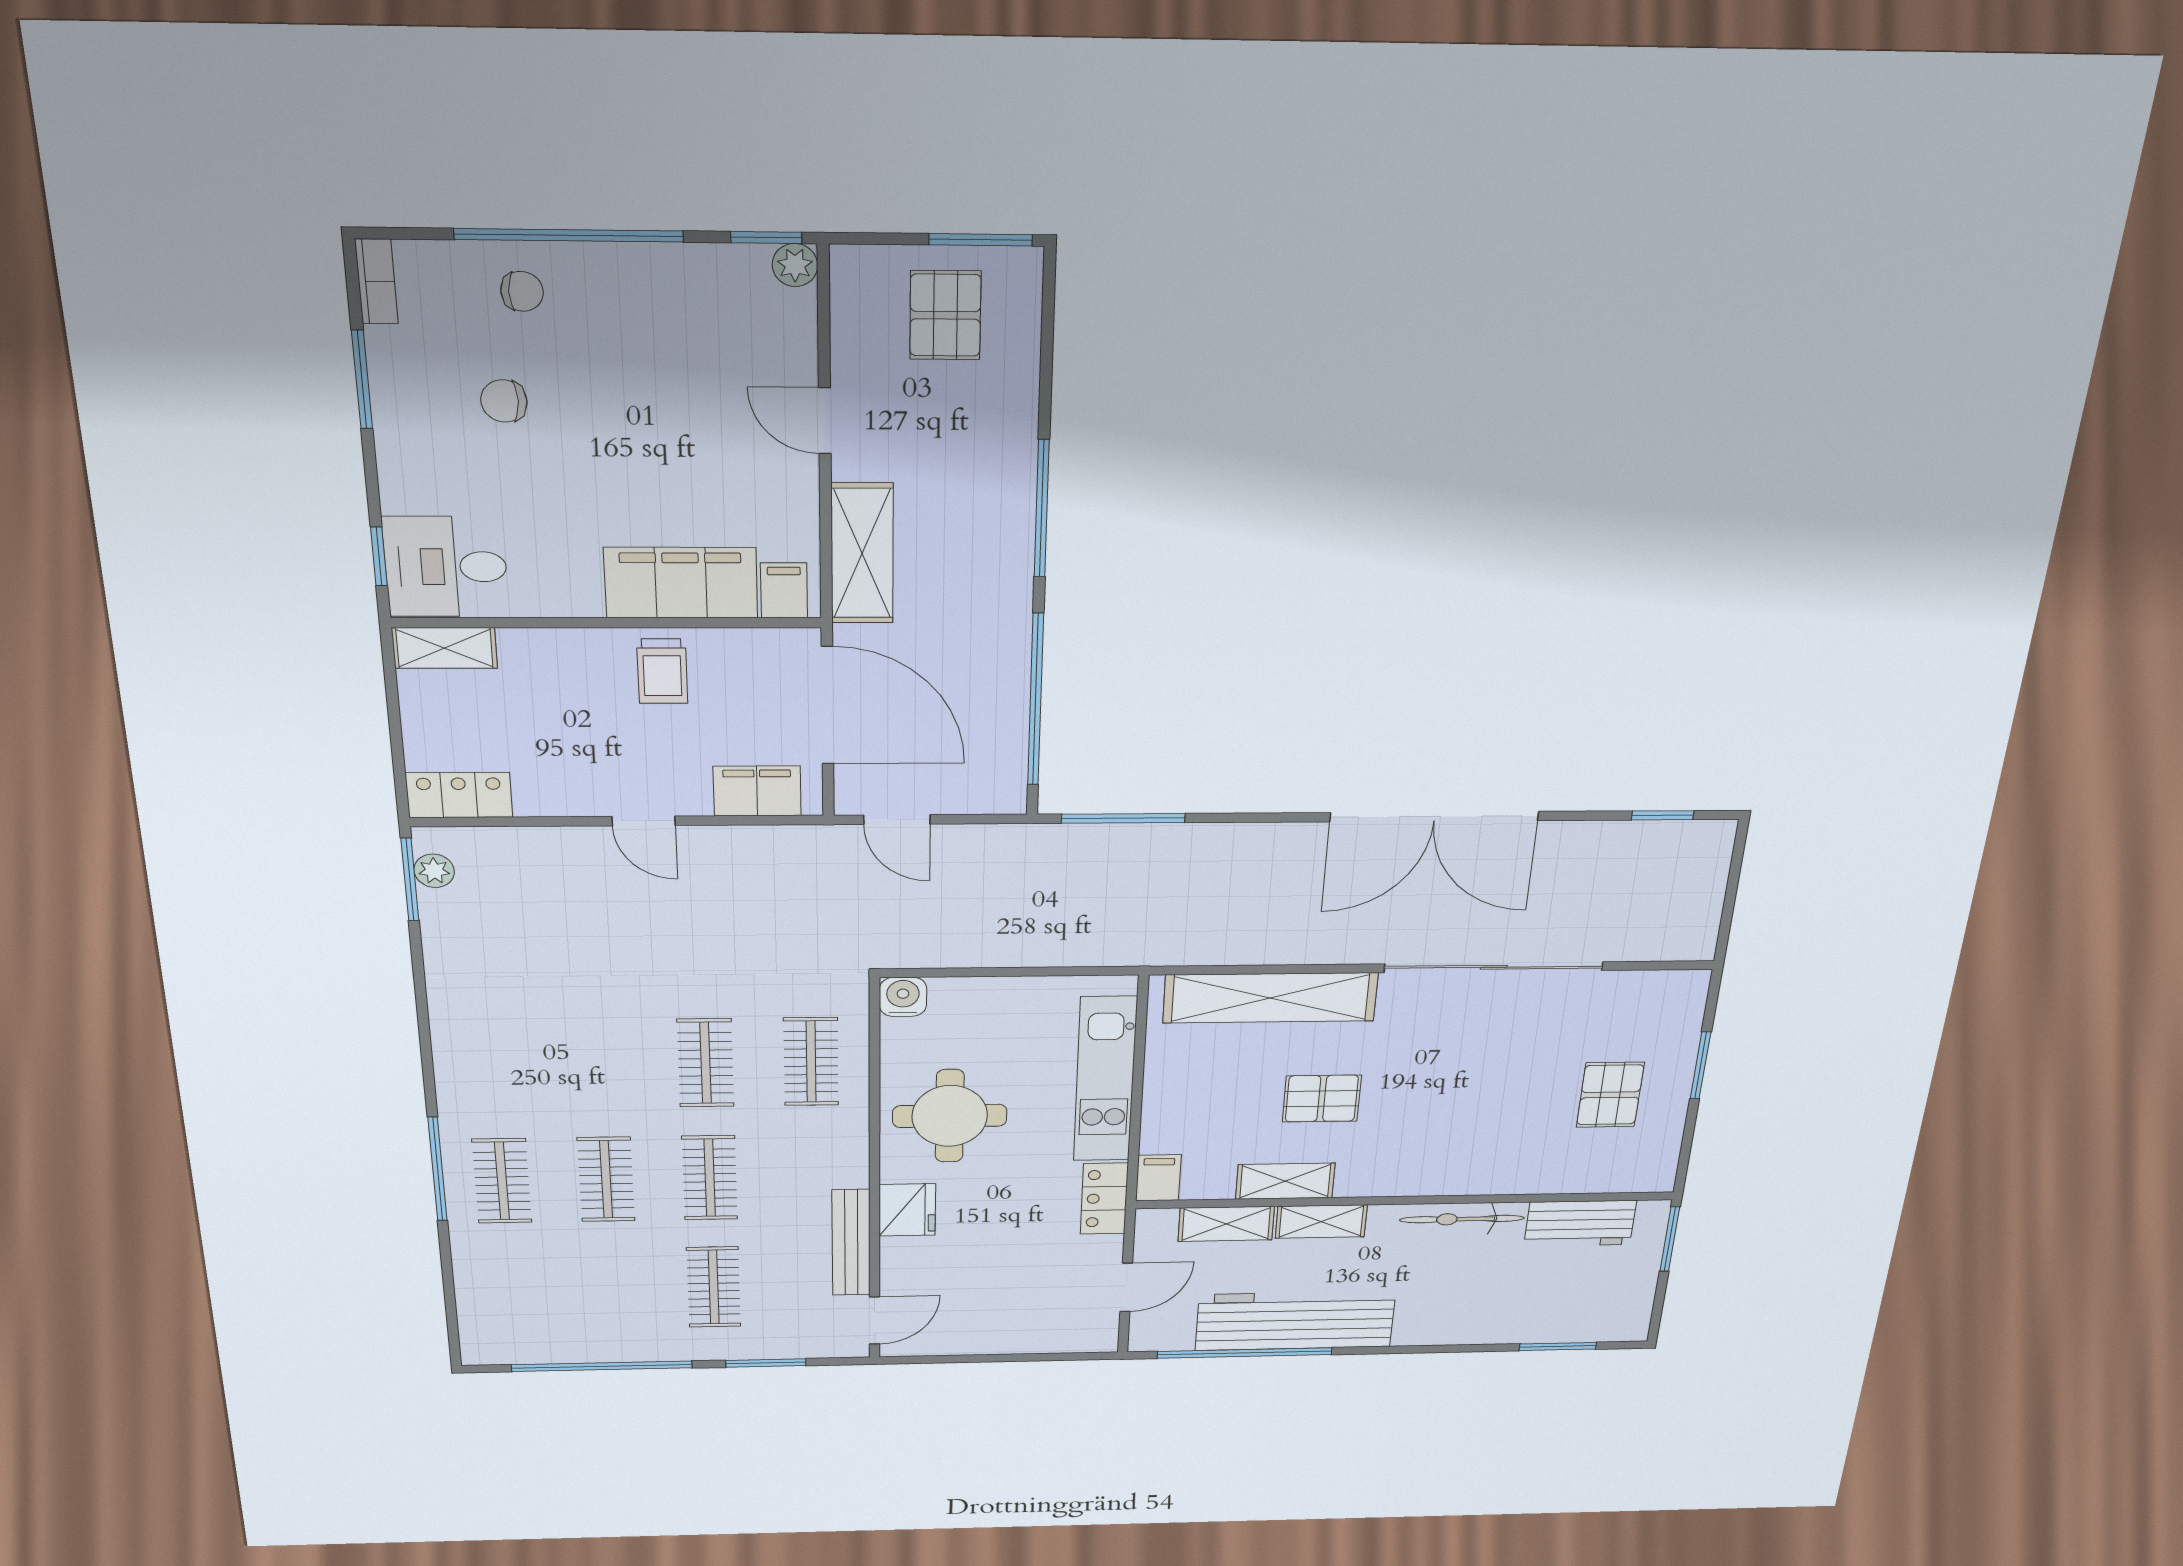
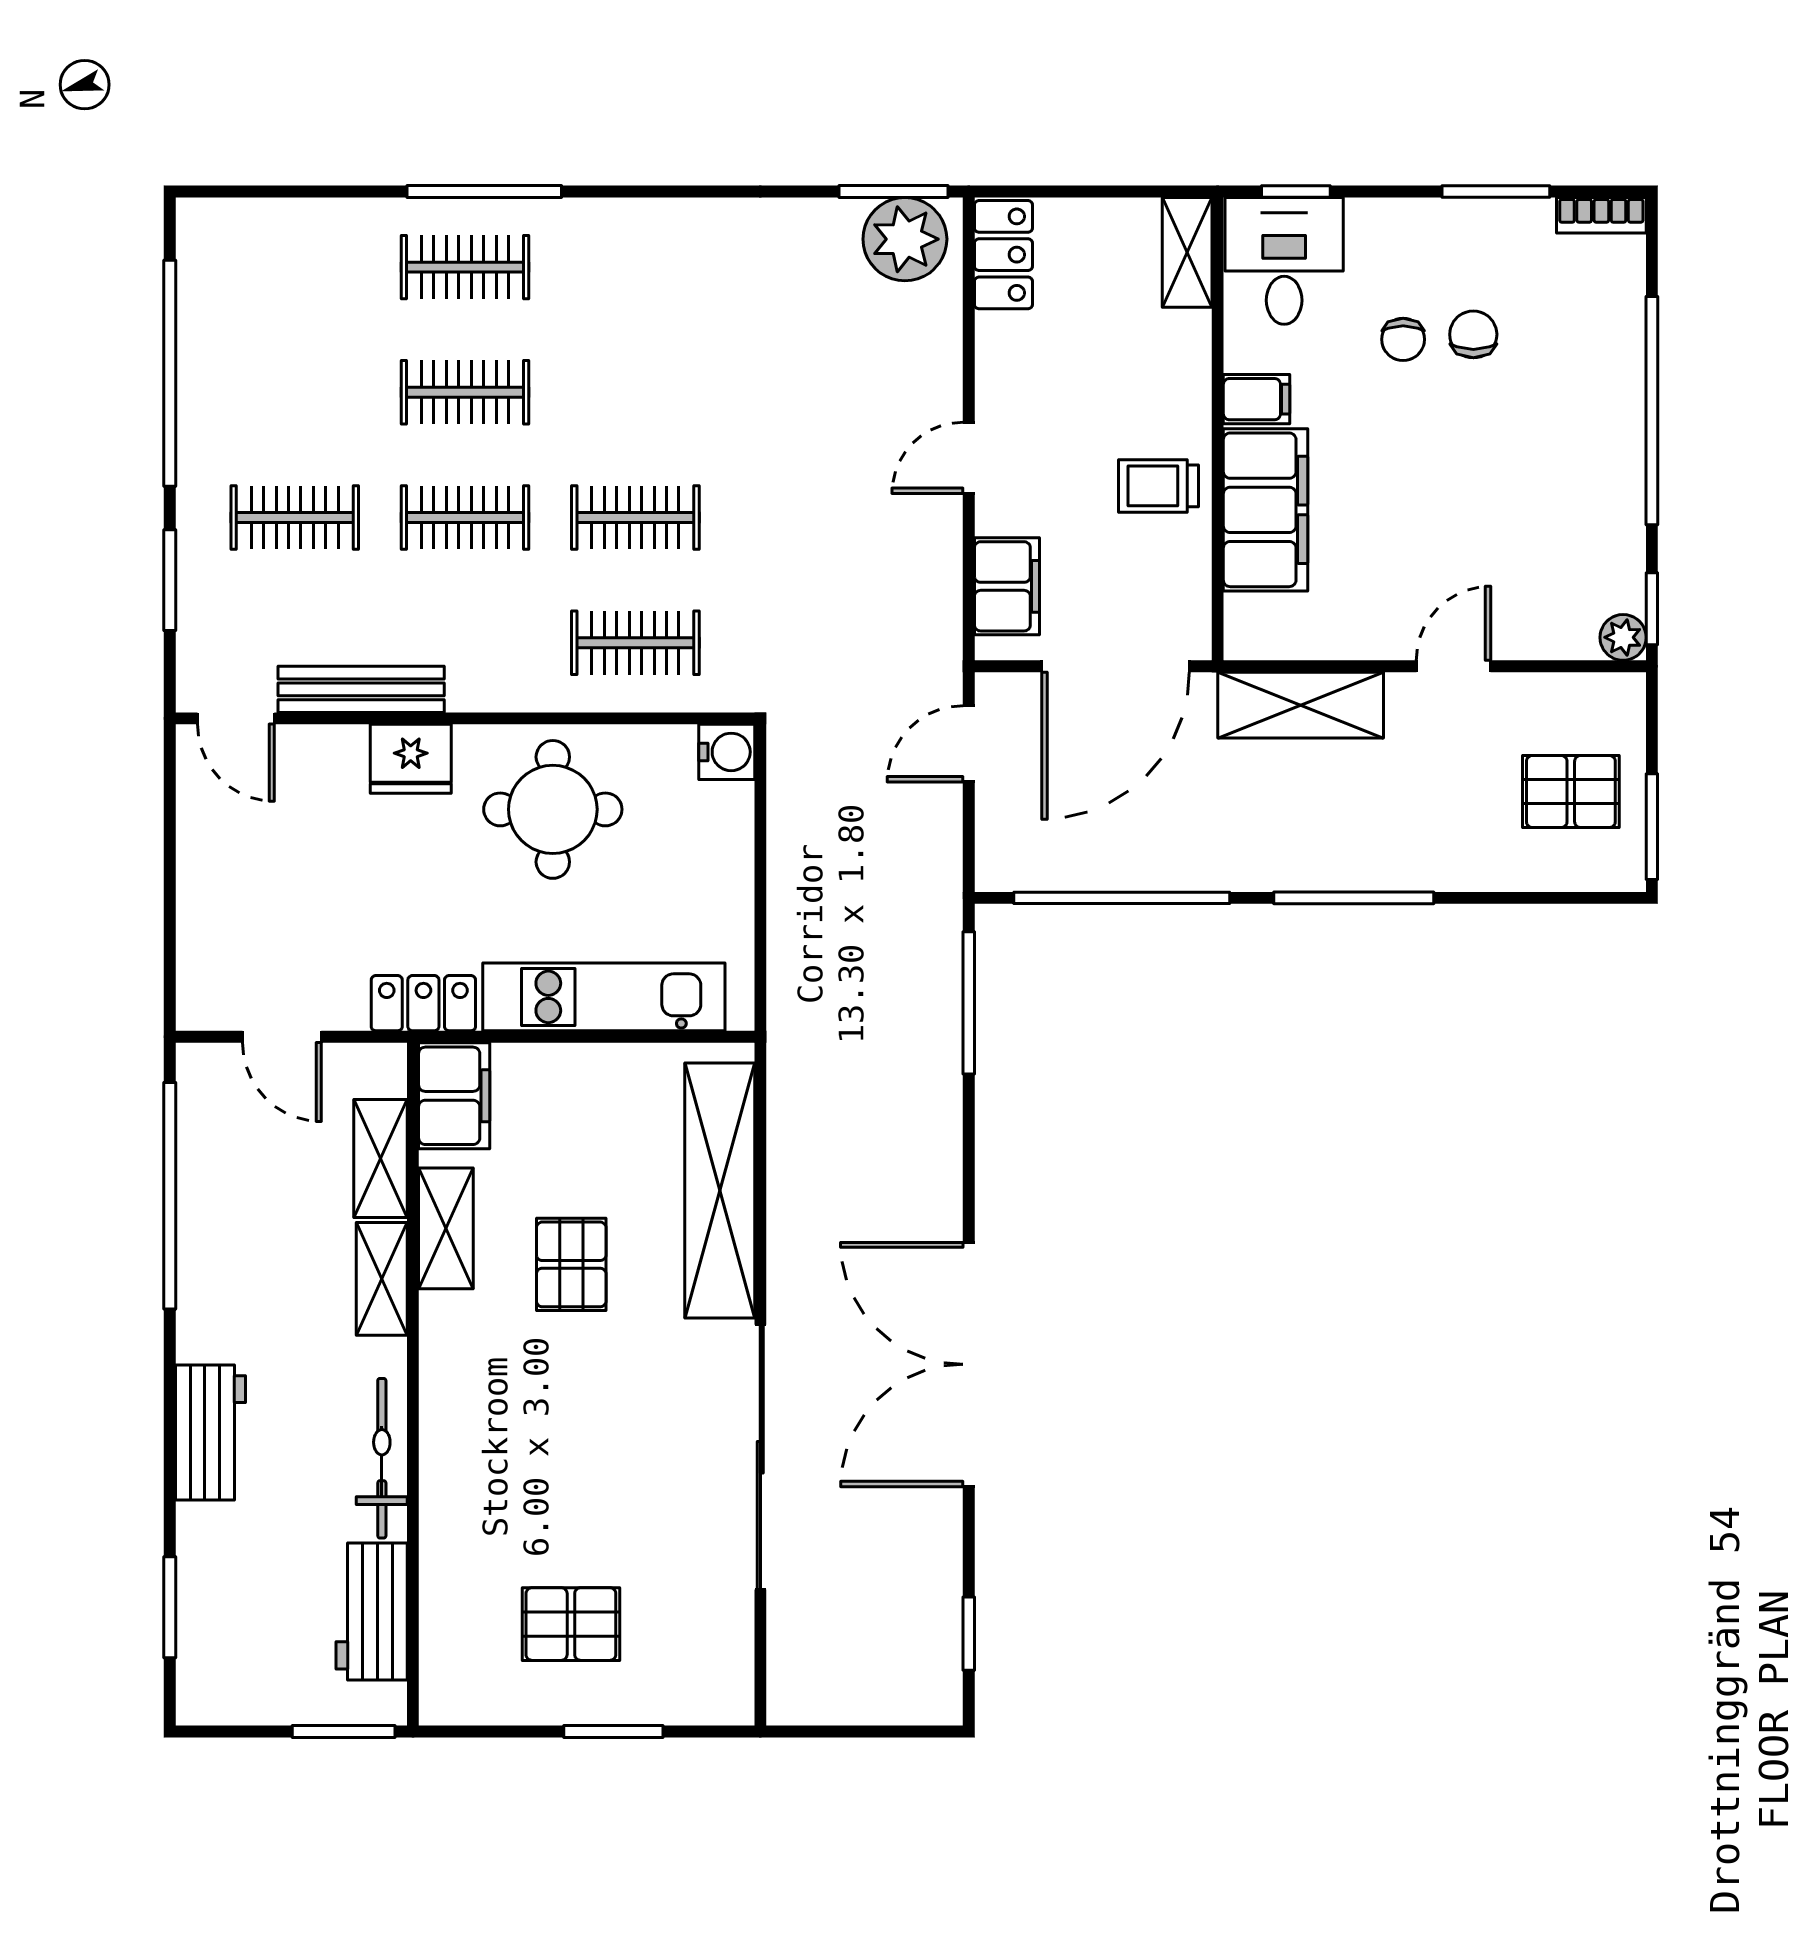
chair: (522, 291) -> (1403, 339), moved
filing cabinet: (784, 590) -> (1257, 399), moved
plant: (434, 871) -> (905, 239), width x1.88, depth x1.88
filing cabinet: (1158, 1178) -> (454, 1096), width x2.00
workbench: (1295, 1321) -> (211, 1432), moved, width x0.53, depth x0.76

